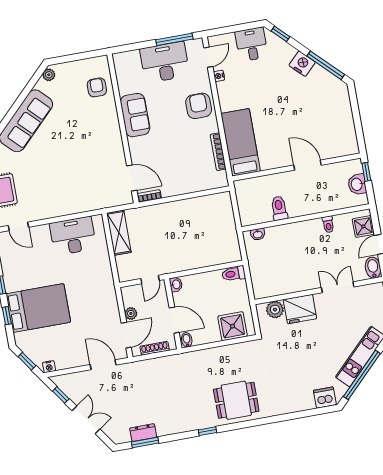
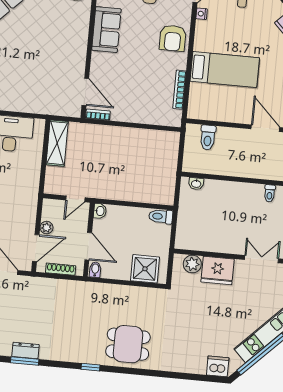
armchair: (199, 106) -> (173, 38), turned 180
bed: (241, 142) -> (225, 70), moved, turned 90
toilet: (279, 208) -> (208, 137), moved, turned 180

